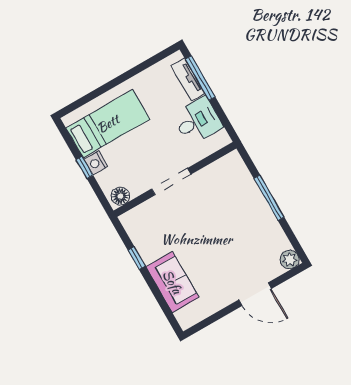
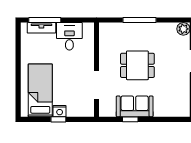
doorway: (171, 182) -> (96, 85), moved
floor lamp: (120, 196) -> (88, 108), removed
dining table: (210, 228) -> (137, 65), added
sofa: (172, 282) -> (135, 106), moved

